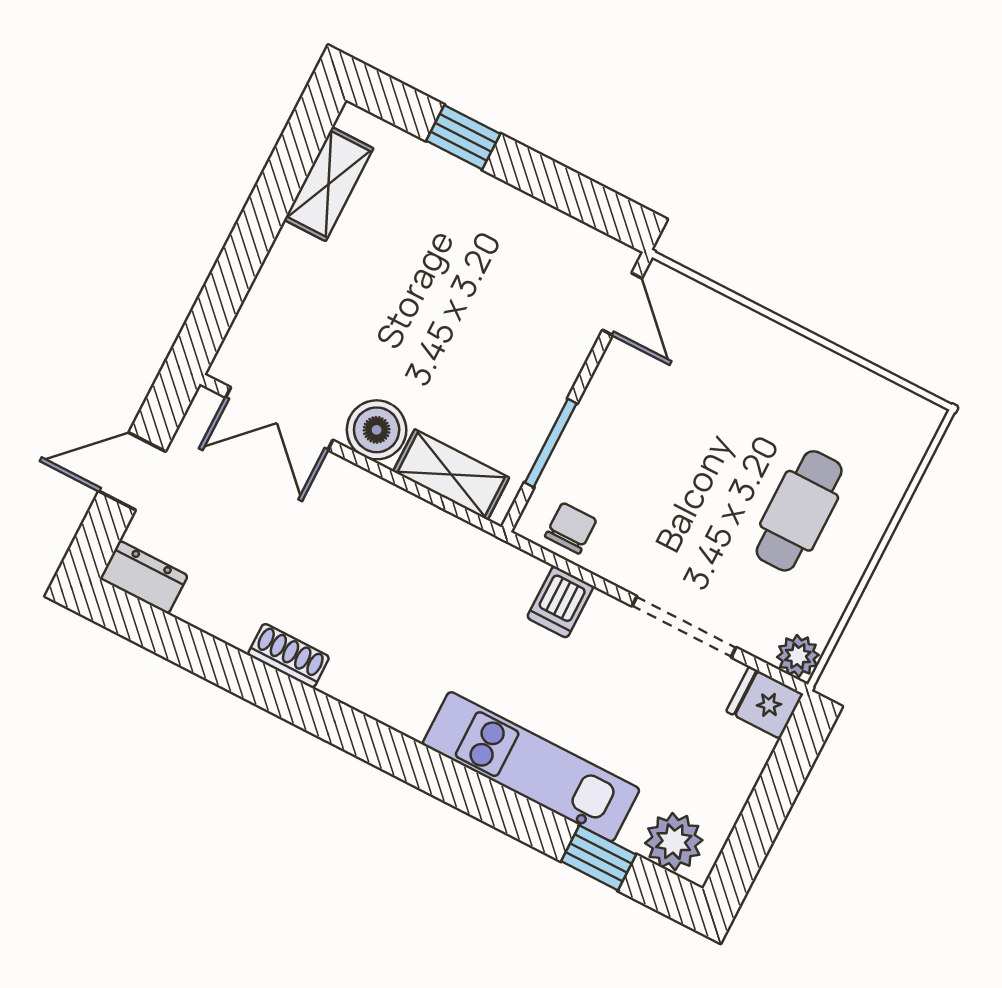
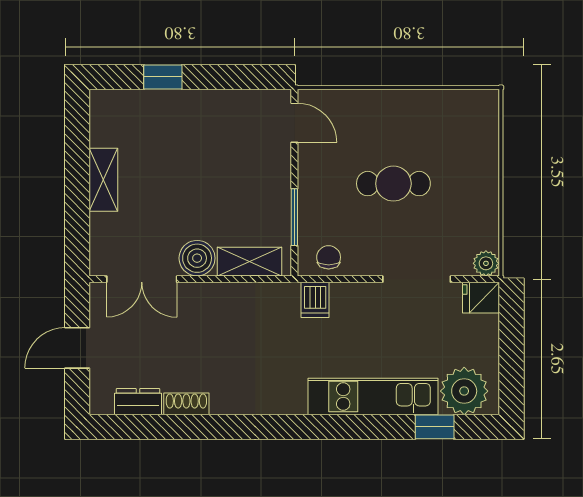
shelving: (329, 184) -> (103, 180), moved
cafe table: (799, 511) -> (393, 184), moved, turned 90
dresser: (144, 577) -> (138, 402), moved
dishwasher: (560, 602) -> (315, 300), moved
shoe rack: (289, 656) -> (186, 404), moved
plant: (674, 842) -> (464, 391), width x1.36, depth x1.36

